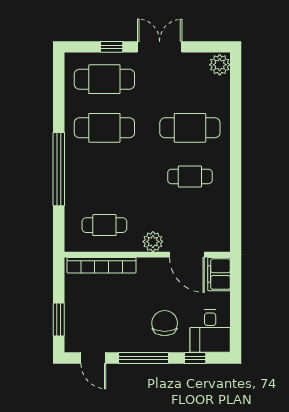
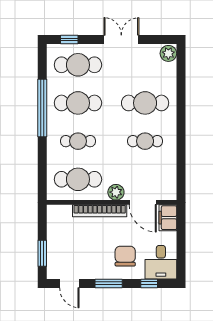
window: (112, 47) -> (69, 40), moved
window: (59, 169) -> (42, 108), moved
cafe table: (104, 176) -> (78, 141), added
cafe table: (104, 225) -> (78, 179), width x1.37, depth x1.35
bookcase: (102, 265) -> (100, 211), moved
window: (143, 358) -> (109, 283), width x0.69

